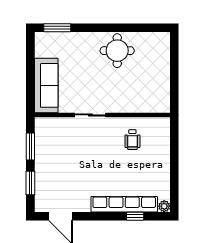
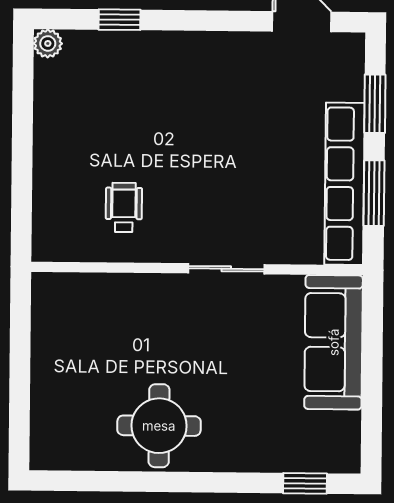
window: (57, 28) -> (305, 483), width x0.67
row of seats: (124, 204) -> (345, 184), moved, turned 90

